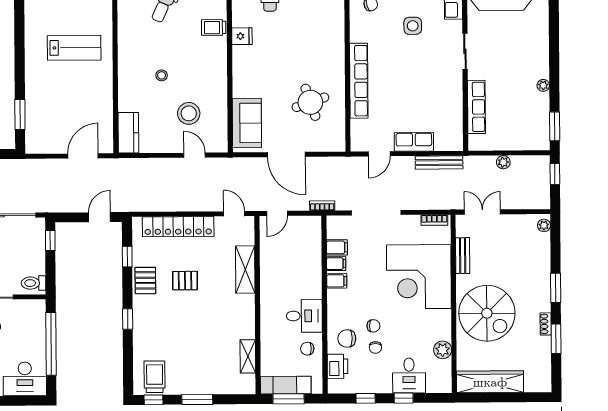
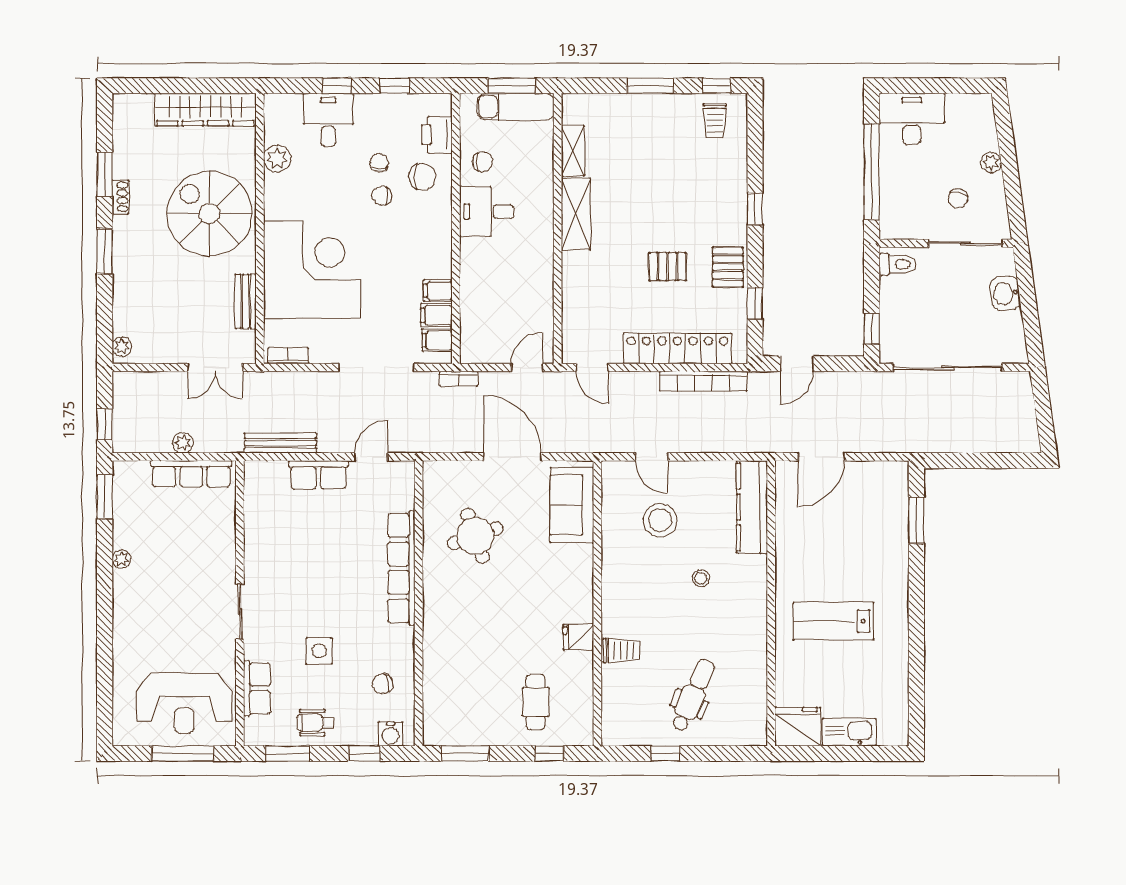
row of seats: (476, 107) -> (191, 474), moved, turned -90
kitchen counter: (128, 133) -> (752, 507), width x1.50
bookcase: (161, 205) -> (703, 381), added
shelving: (245, 270) -> (576, 214), moved
filing cabinet: (337, 281) -> (437, 340), moved
trolley: (155, 377) -> (715, 121), width x0.73, depth x0.72

